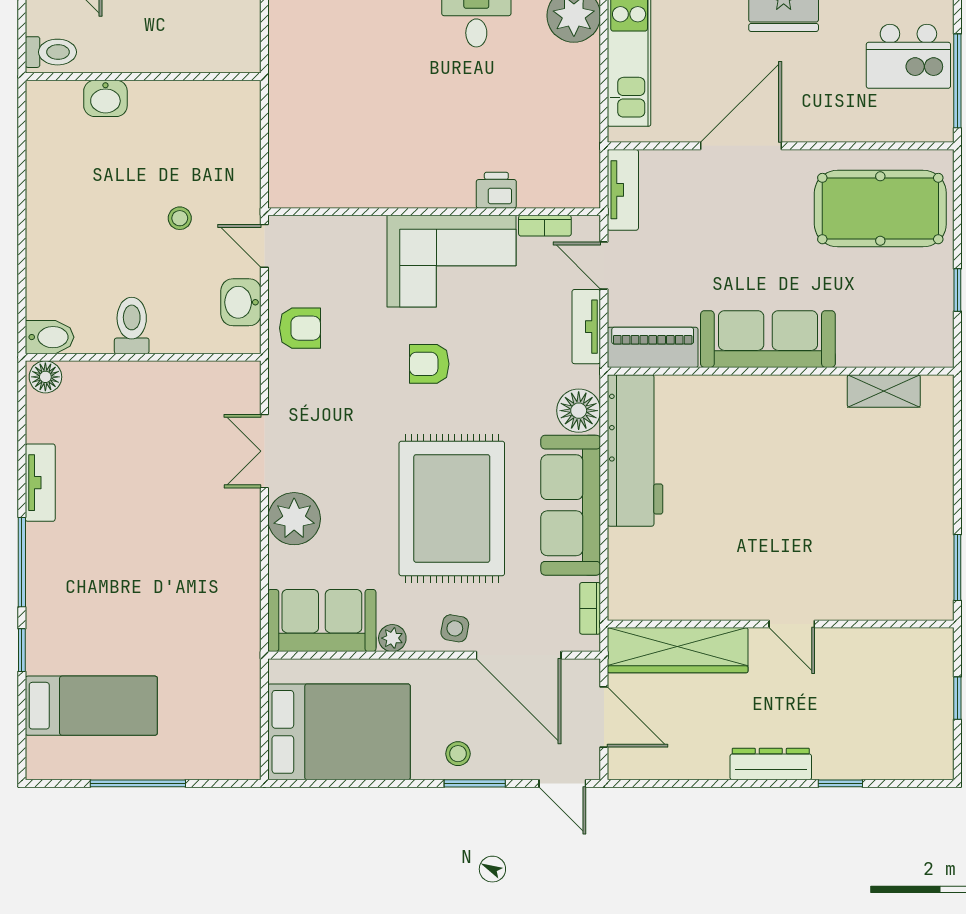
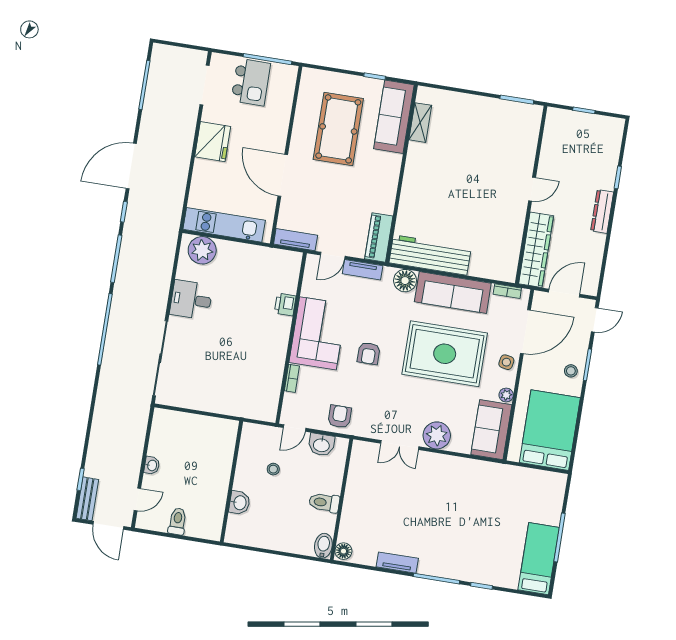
wall: (143, 77) -> (231, 482), moved
washbasin: (105, 98) -> (239, 503), moved
pool table: (880, 209) -> (338, 129), moved
bookcase: (545, 226) -> (292, 378), moved
sofa: (768, 339) -> (394, 117), moved
bed: (91, 706) -> (539, 559), moved

